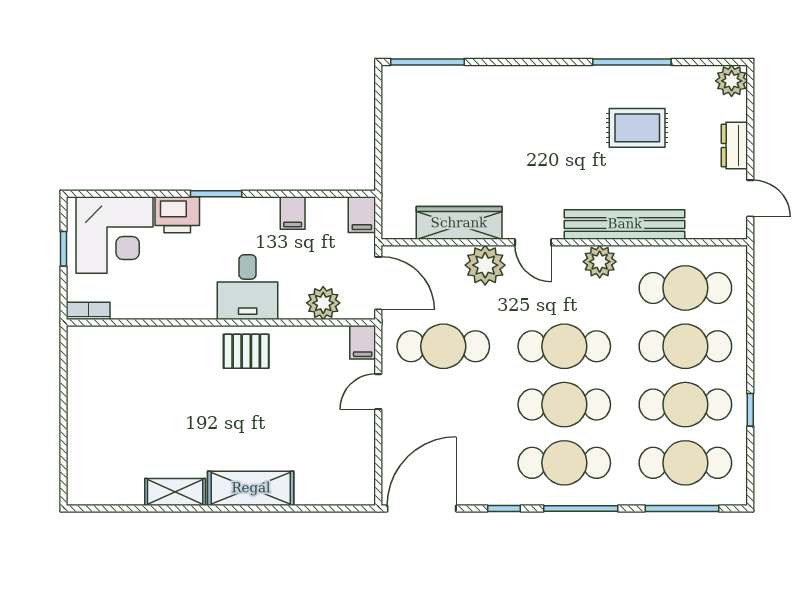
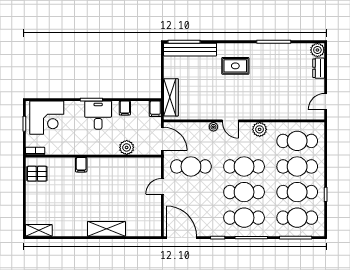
rug: (637, 128) -> (235, 66), moved
dresser: (734, 146) -> (319, 68), moved
door: (750, 198) -> (326, 102), swing flipped
printer: (177, 215) -> (74, 109), removed
wardrobe: (459, 223) -> (171, 97), moved, turned 90
bench: (625, 224) -> (190, 50), moved
plant: (485, 265) -> (213, 127), width x0.53, depth x0.53
desk: (248, 287) -> (98, 115), moved, turned 180
plant: (323, 303) -> (127, 147), moved
filing cabinet: (363, 342) -> (81, 165), moved
pallet: (246, 351) -> (37, 174), moved
shelving: (175, 492) -> (39, 230), moved
door: (422, 509) -> (181, 238), hinge flipped

